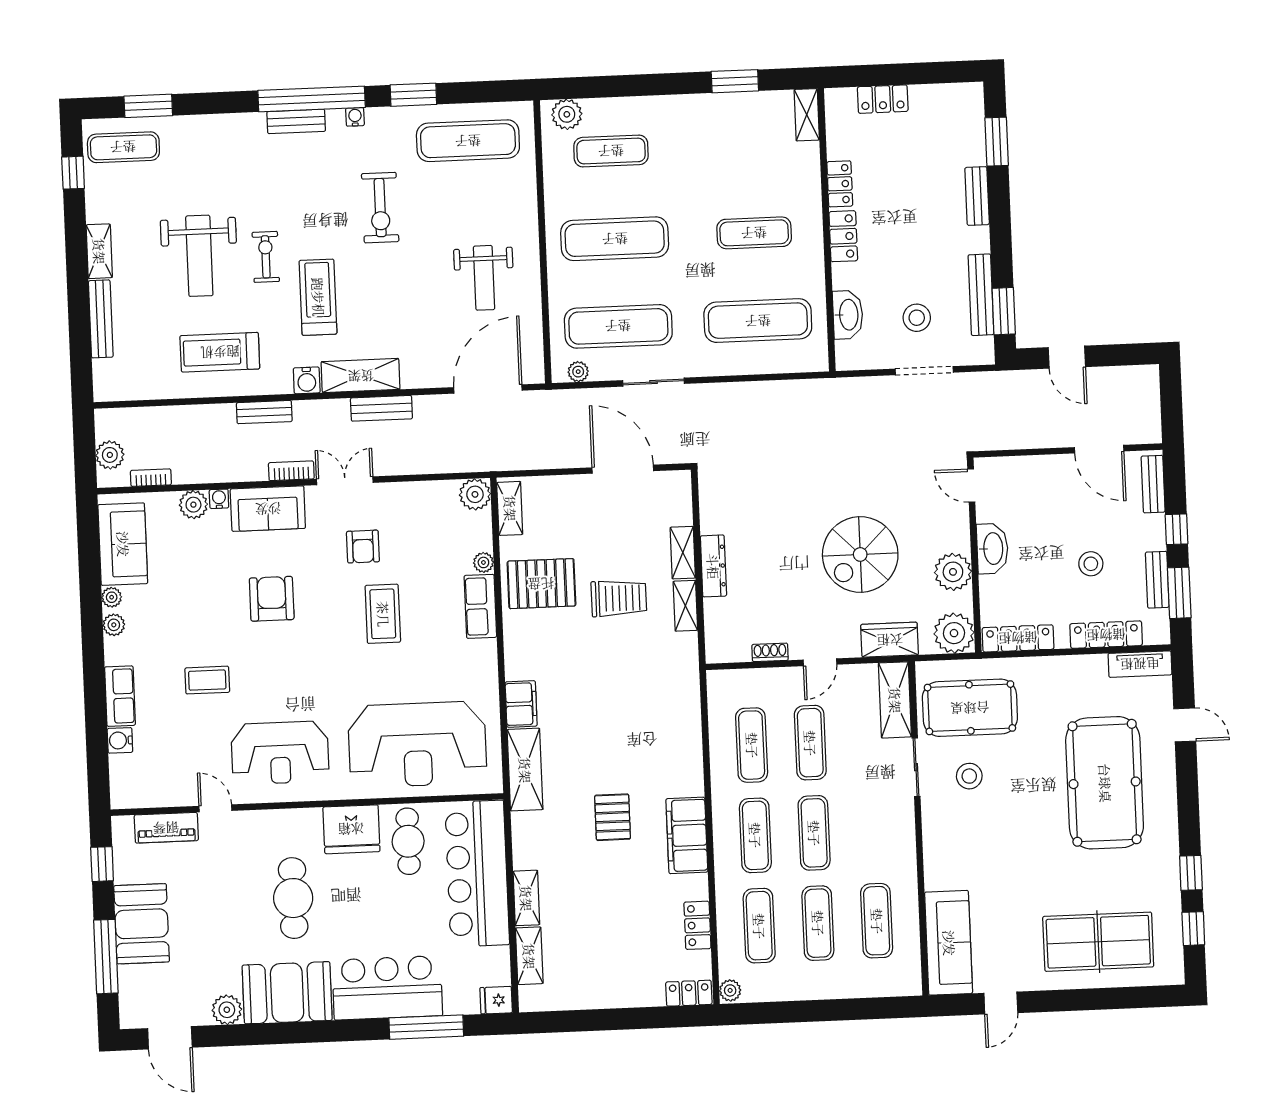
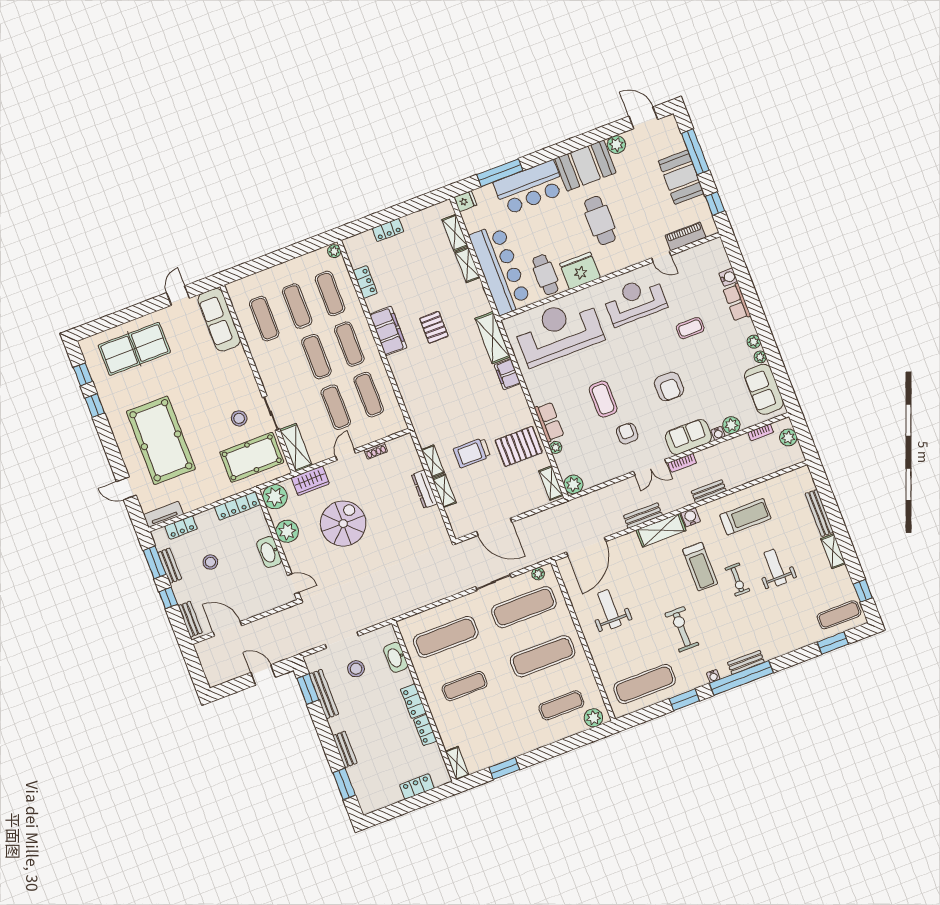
weight bench: (199, 256) -> (775, 568), width x0.73, depth x0.75
locker: (1106, 635) -> (181, 527), width x0.66
locker: (689, 993) -> (388, 230), moved

